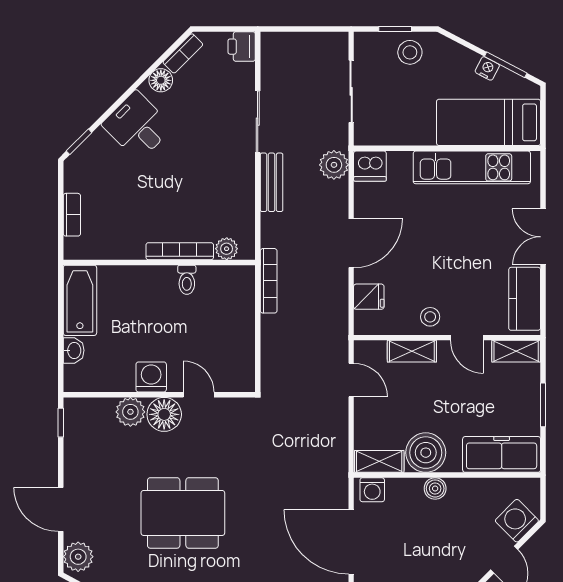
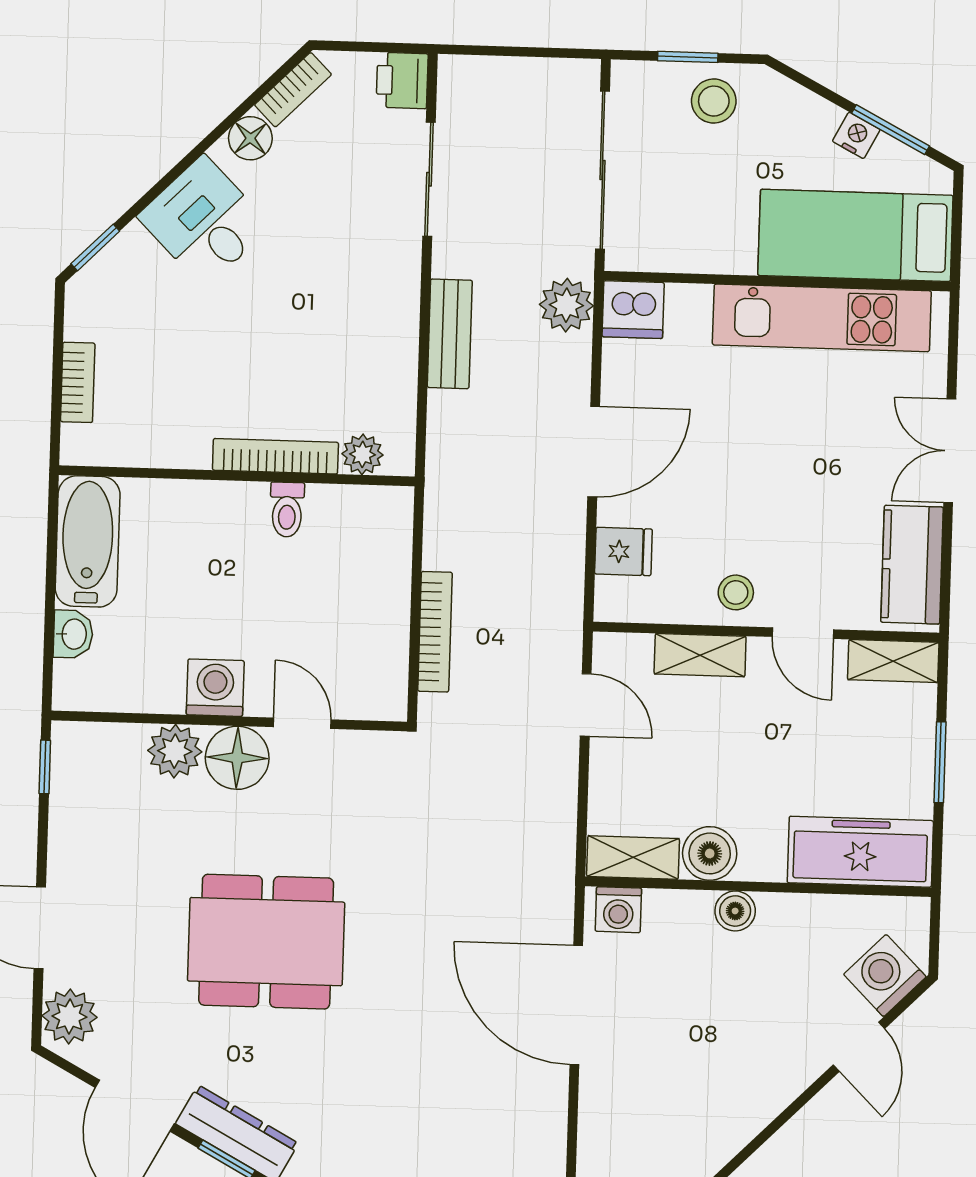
sliding door: (351, 91) -> (603, 170), width x1.37
sliding door: (258, 122) -> (429, 179), moved
bookcase: (269, 281) -> (435, 632), moved
boiler: (426, 453) -> (710, 853), width x0.73, depth x0.73

